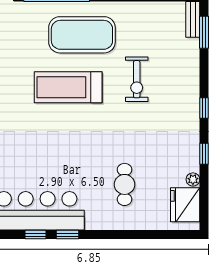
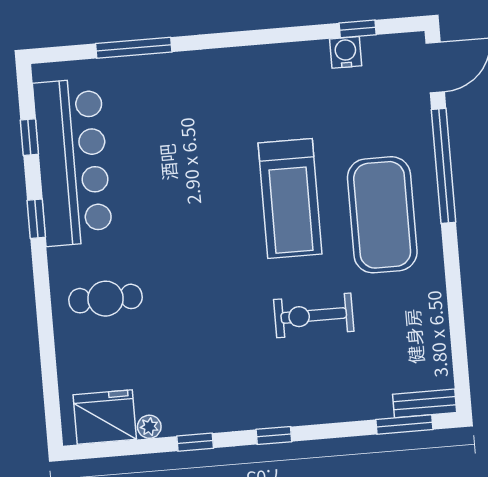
treadmill: (68, 87) -> (290, 199), turned 180
cafe table: (125, 184) -> (106, 299), moved
window: (35, 235) -> (29, 137), moved

